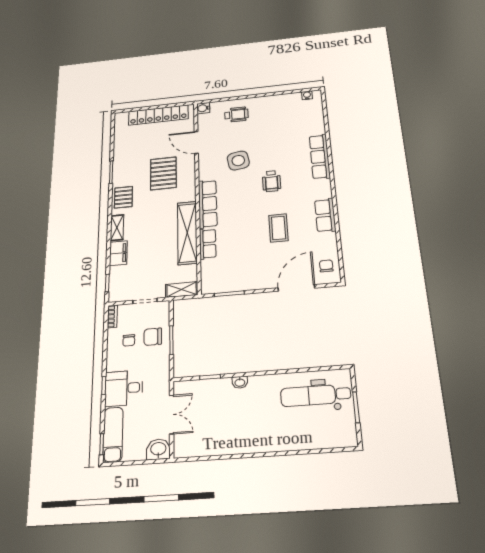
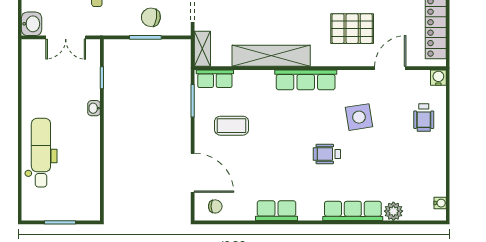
plant: (317, 127) -> (393, 211), added
coffee table: (279, 228) -> (232, 126), moved
row of seats: (208, 244) -> (215, 79), moved
chair: (153, 337) -> (151, 17), turned -81
dental chair: (316, 395) -> (41, 153), moved

